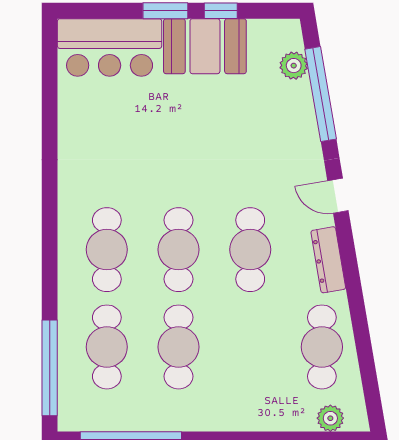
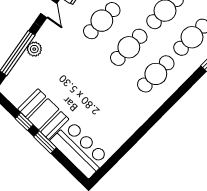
plant: (294, 66) -> (34, 49), moved

